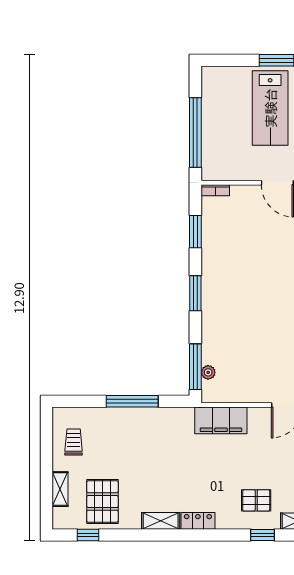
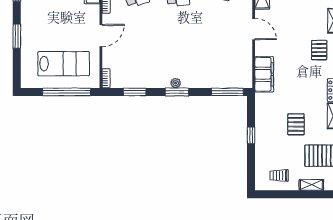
lab bench: (270, 108) -> (64, 64), moved
plant: (208, 372) -> (176, 83), moved
window: (132, 401) -> (251, 135), width x0.46
pallet: (148, 467) -> (296, 124), added

